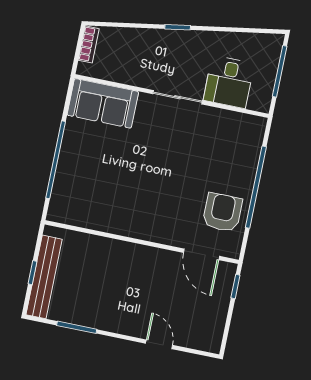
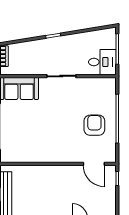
desk: (229, 82) -> (102, 62), moved, turned -90
armchair: (222, 212) -> (94, 125), moved

